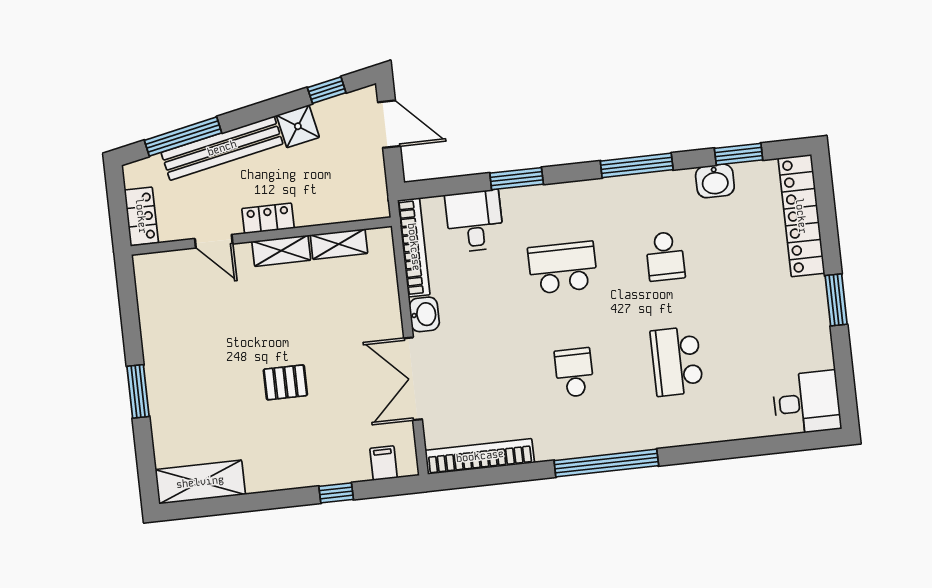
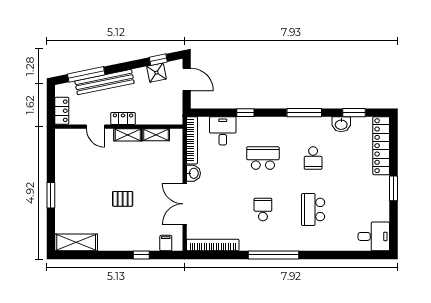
shower: (298, 126) -> (156, 73), moved
window: (517, 179) -> (245, 113), width x0.67

